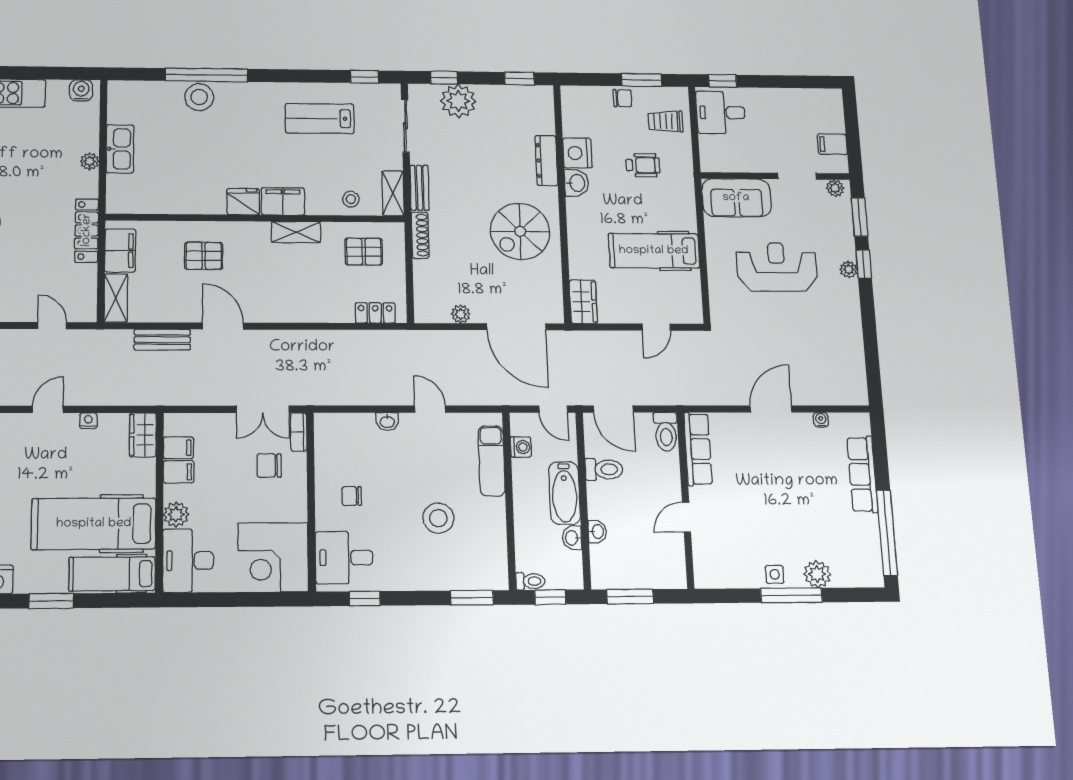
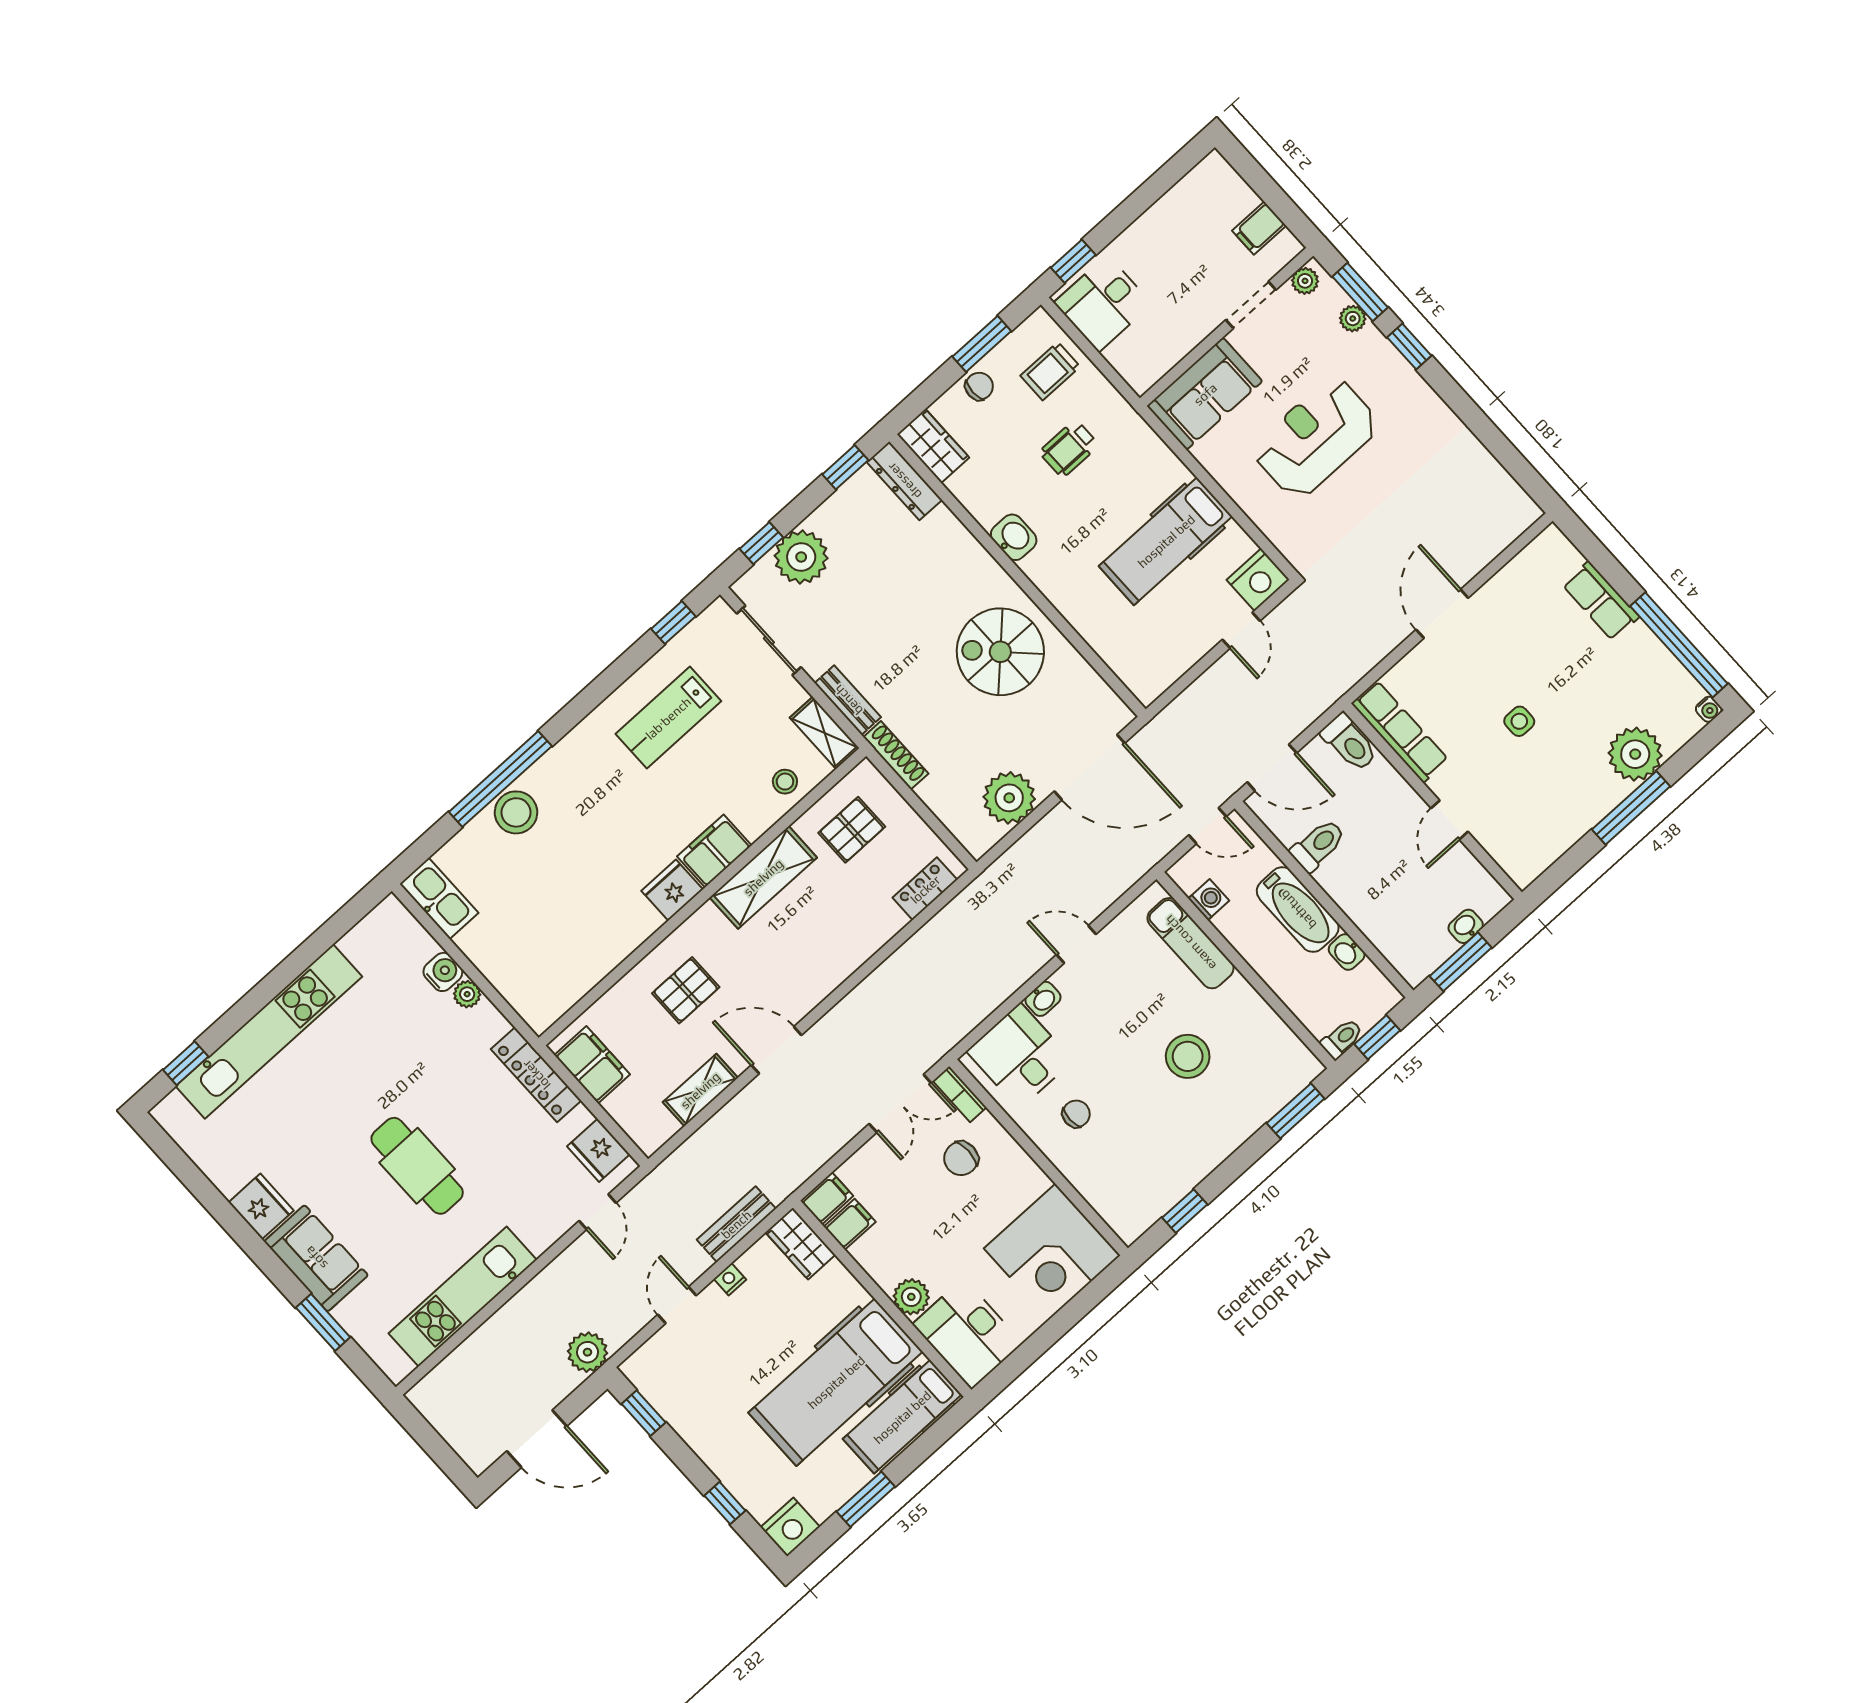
water cooler: (81, 90) -> (443, 972), moved, turned 90
kitchen sink: (120, 149) -> (439, 898), moved
nightstand: (577, 153) -> (1258, 580), moved, turned -90
dresser: (546, 161) -> (904, 481), moved
wheelchair: (643, 165) -> (1069, 449), turned 180
spiral stairs: (520, 231) -> (1000, 652), turned 90
shelving: (296, 232) -> (763, 877), width x1.50, depth x1.33
plant: (849, 269) -> (1353, 319), moved
fridge: (82, 295) -> (598, 1150), added
shelving: (116, 298) -> (700, 1090), moved, turned 90
wardrobe: (583, 302) -> (933, 446), moved
plant: (461, 314) -> (1009, 798), width x1.88, depth x1.88
door: (52, 326) -> (598, 1212), swing flipped
bench: (162, 340) -> (736, 1224), moved
water cooler: (821, 420) -> (1709, 709), moved, turned 180
filing cabinet: (179, 472) -> (827, 1198), moved
row of seats: (862, 474) -> (1601, 601), width x0.68
chair: (352, 496) -> (1076, 1114), turned 180
washbasin: (597, 532) -> (1466, 926), moved, turned -90
desk: (344, 558) -> (1020, 1056), moved, turned 90
side table: (775, 574) -> (1519, 721), moved
plant: (817, 574) -> (1635, 754), width x1.36, depth x1.36

